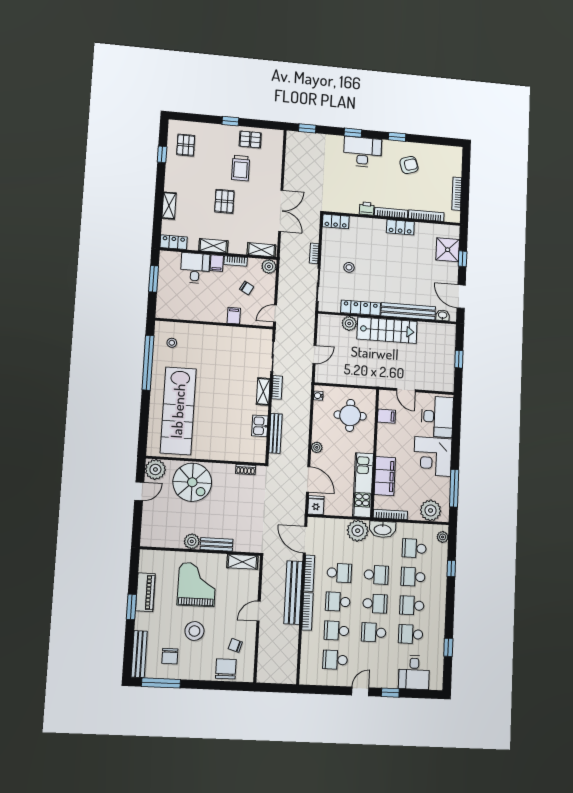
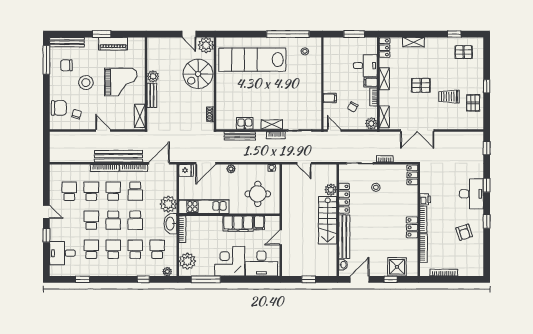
filing cabinet: (385, 476) -> (238, 224), moved

